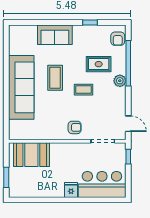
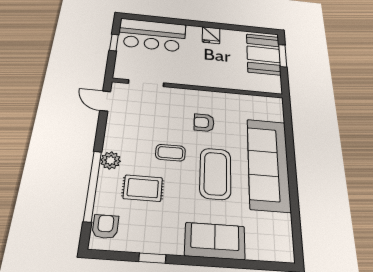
coffee table: (55, 78) -> (215, 174), width x1.36, depth x1.32
armchair: (75, 127) -> (204, 123), moved
booth: (31, 155) -> (263, 54), moved, turned 90
window: (128, 157) -> (114, 43), moved
fridge: (71, 190) -> (211, 35), moved

